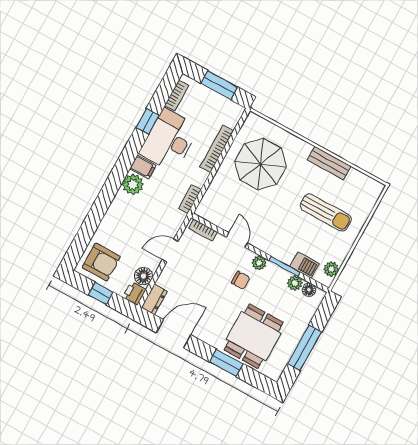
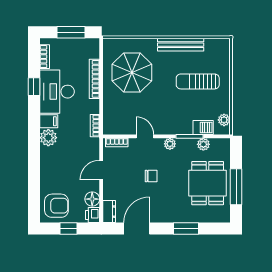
bench: (329, 163) -> (181, 45), width x1.36
sun lounger: (326, 213) -> (198, 81), turned 180
chair: (241, 280) -> (151, 176), moved
floor lamp: (309, 290) -> (216, 143), removed
dining table: (254, 336) -> (208, 183), moved

